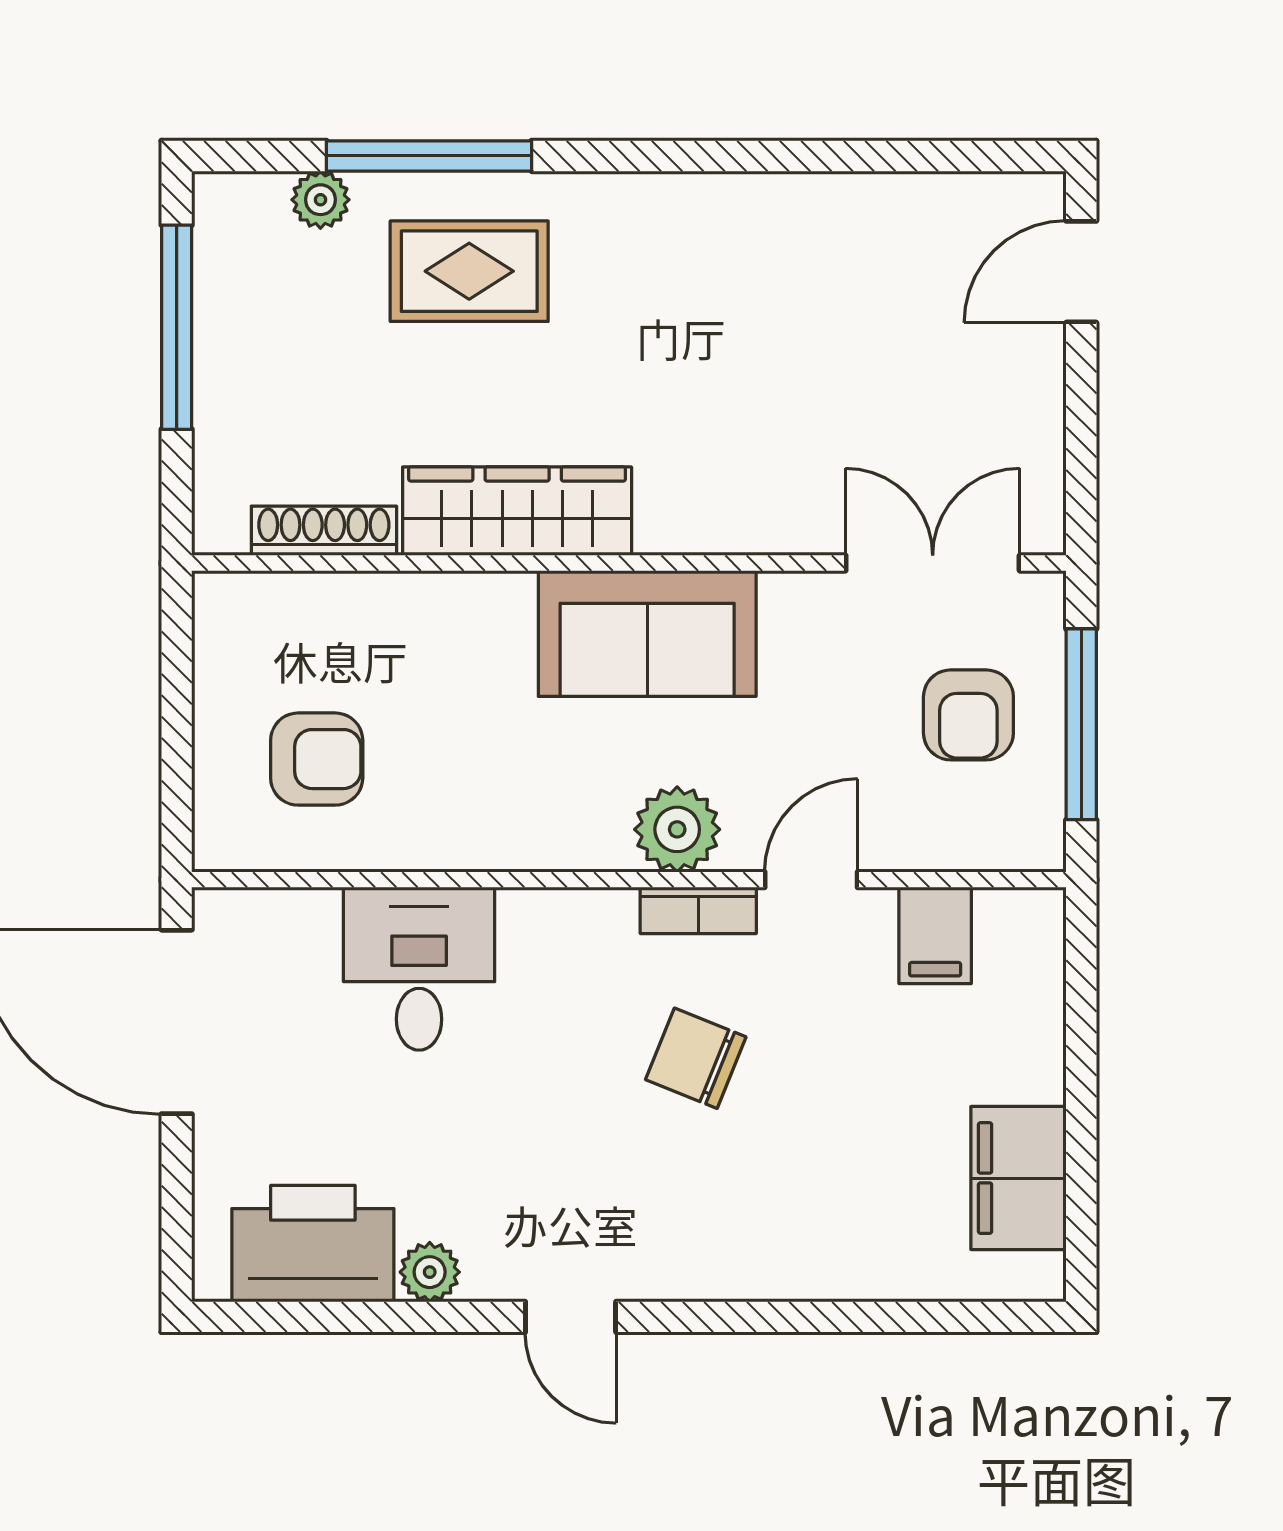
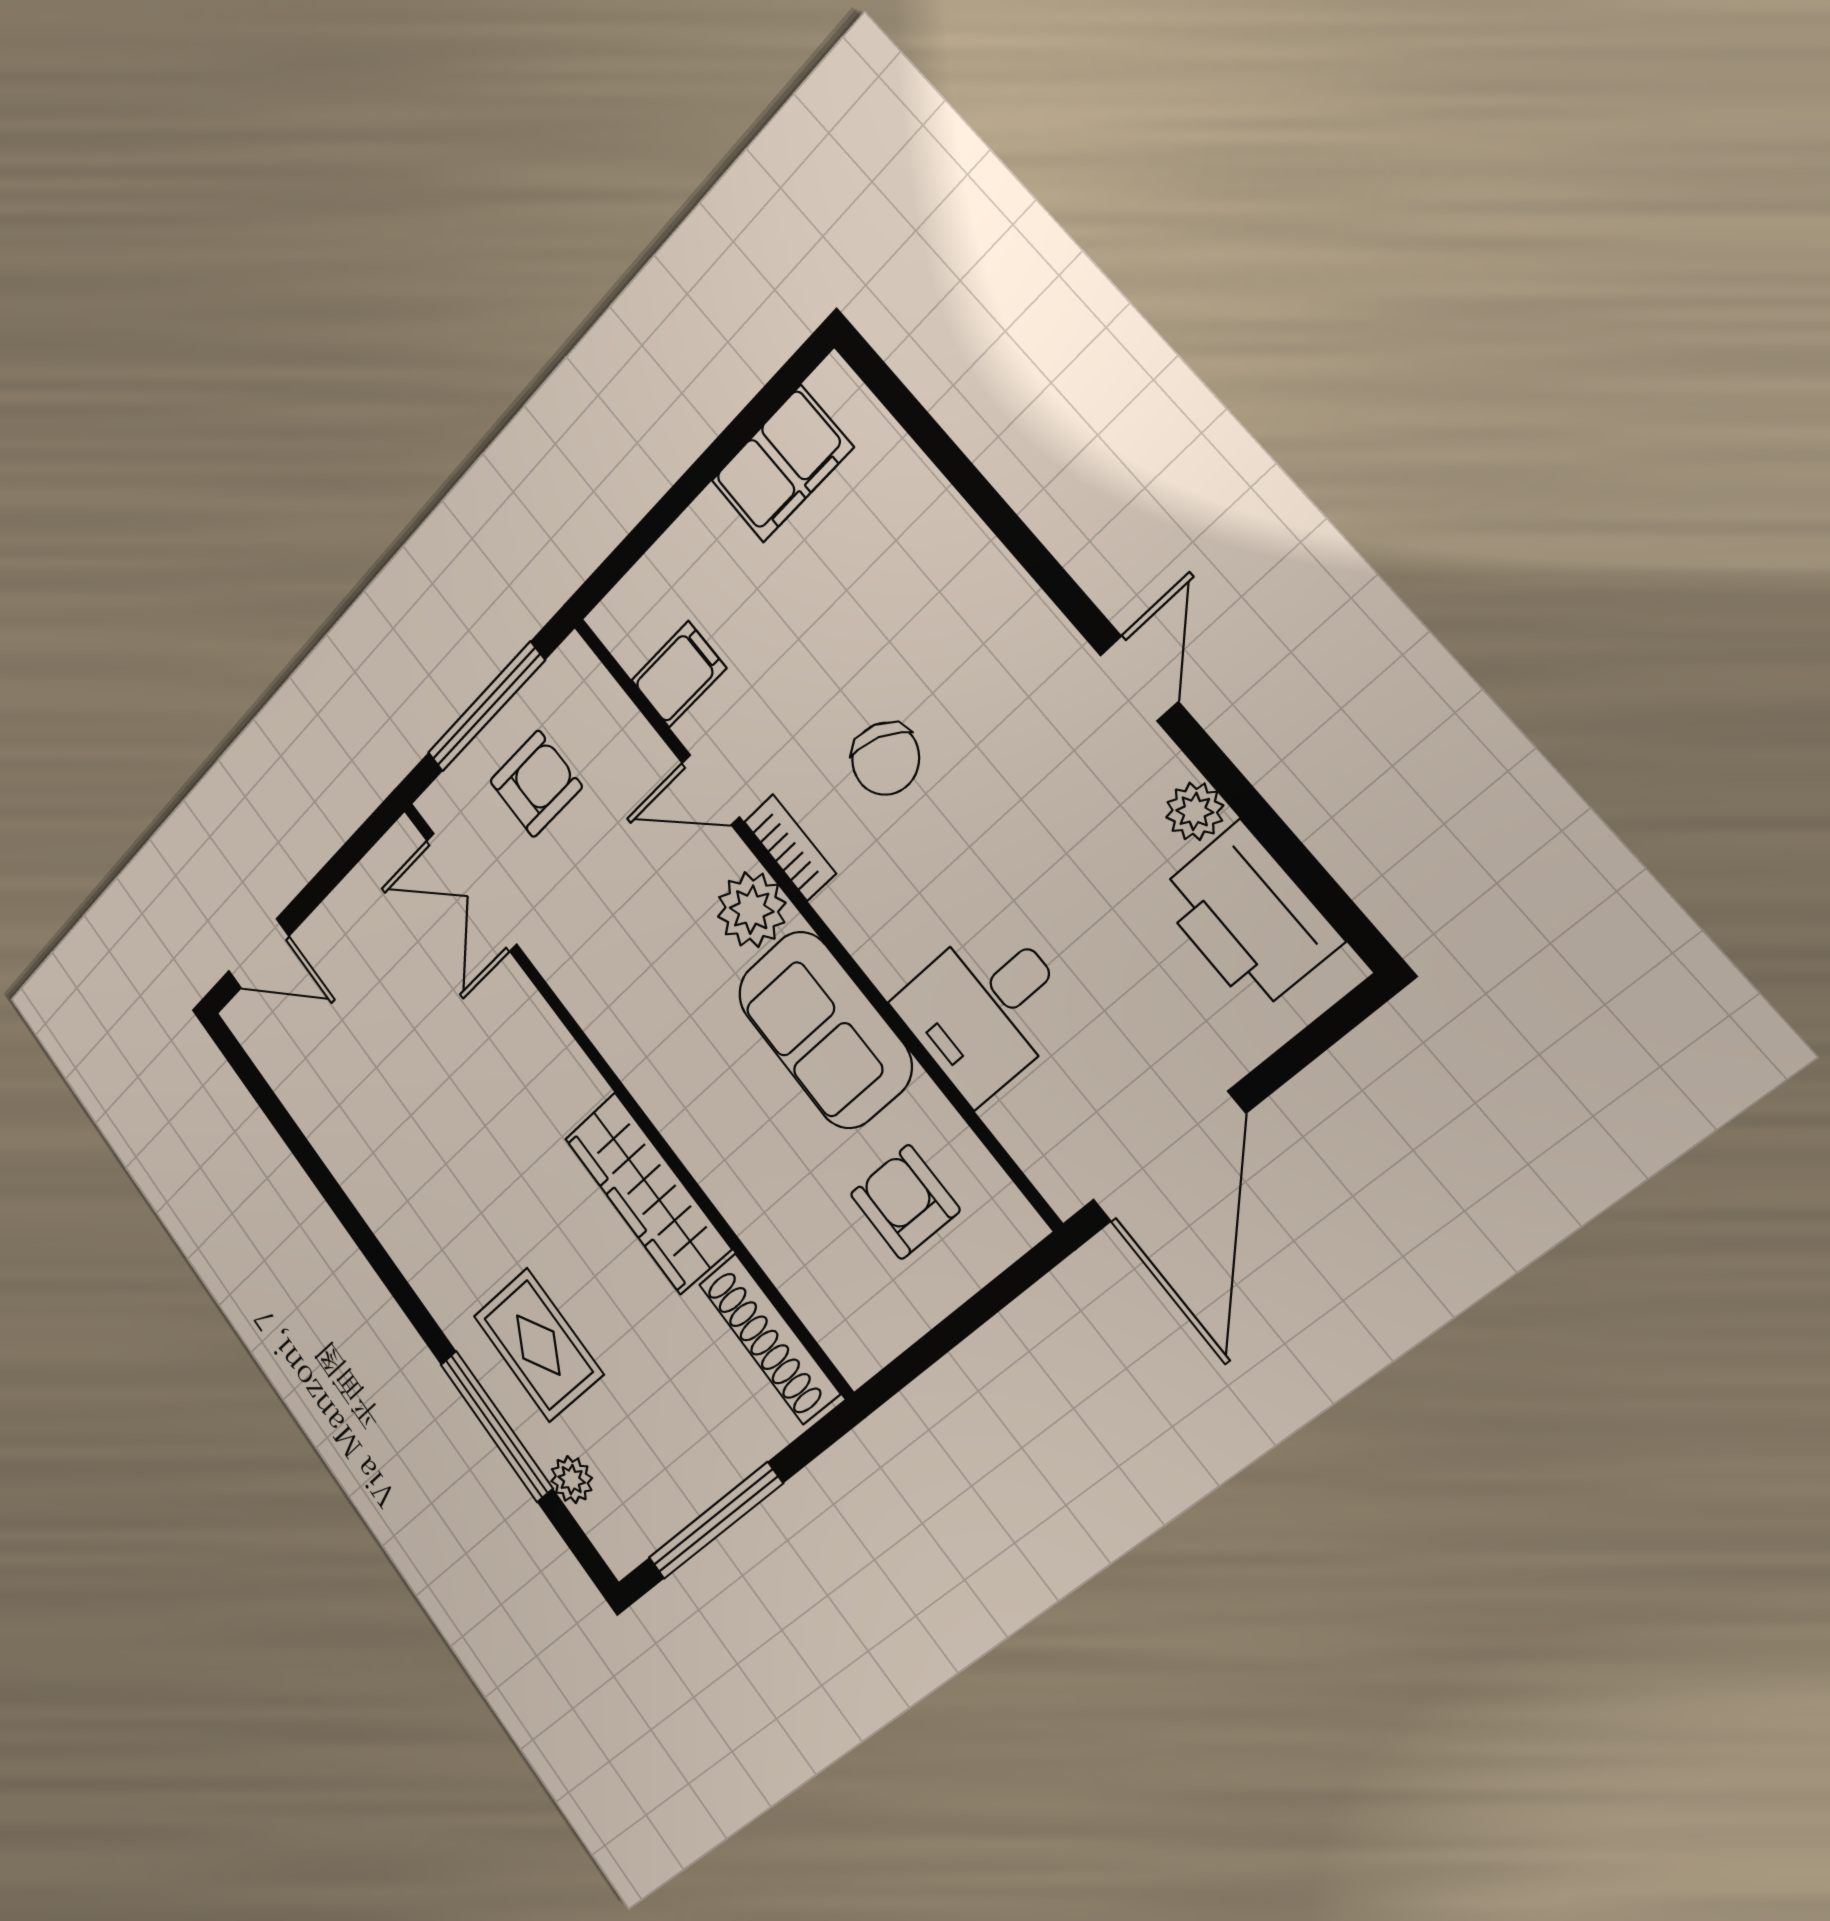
shoe rack: (324, 531) -> (769, 1339), width x1.36, depth x1.24
sofa: (647, 633) -> (824, 1030), moved, turned 180

